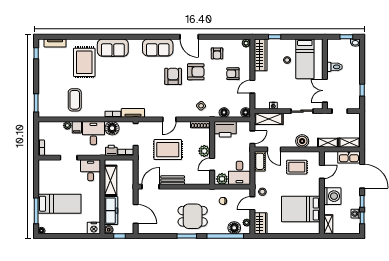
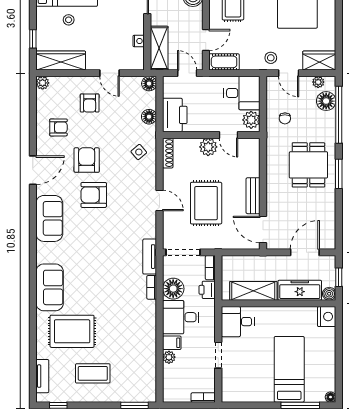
coffee table: (75, 100) -> (93, 373), moved

